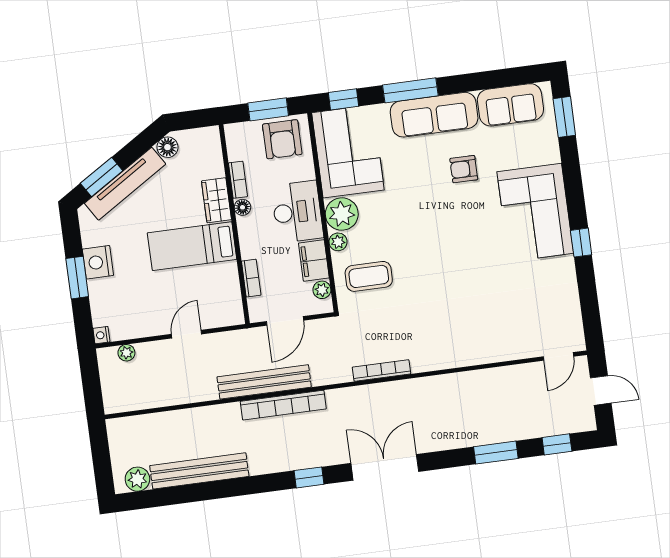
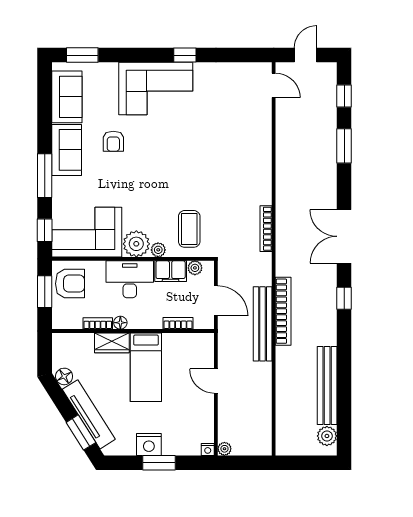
sofa: (434, 115) -> (67, 150), width x0.73
plant: (126, 353) -> (224, 449), moved

